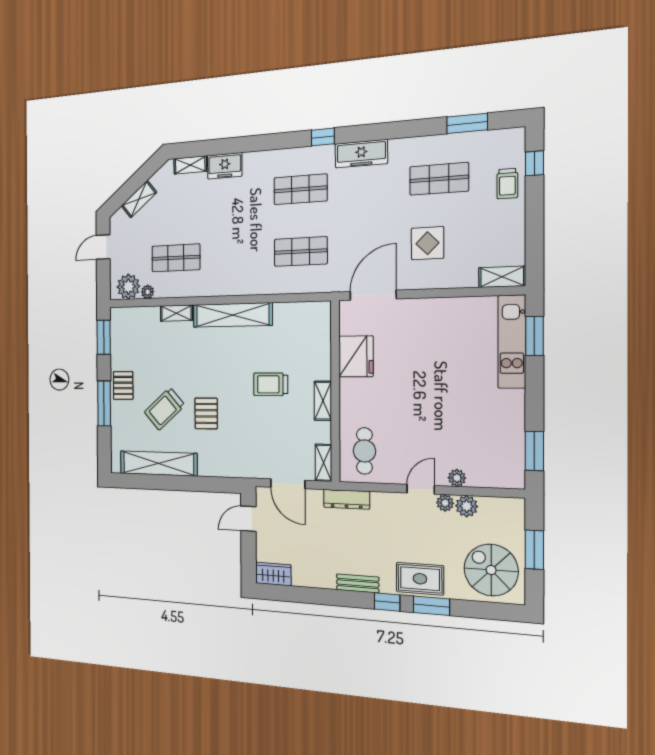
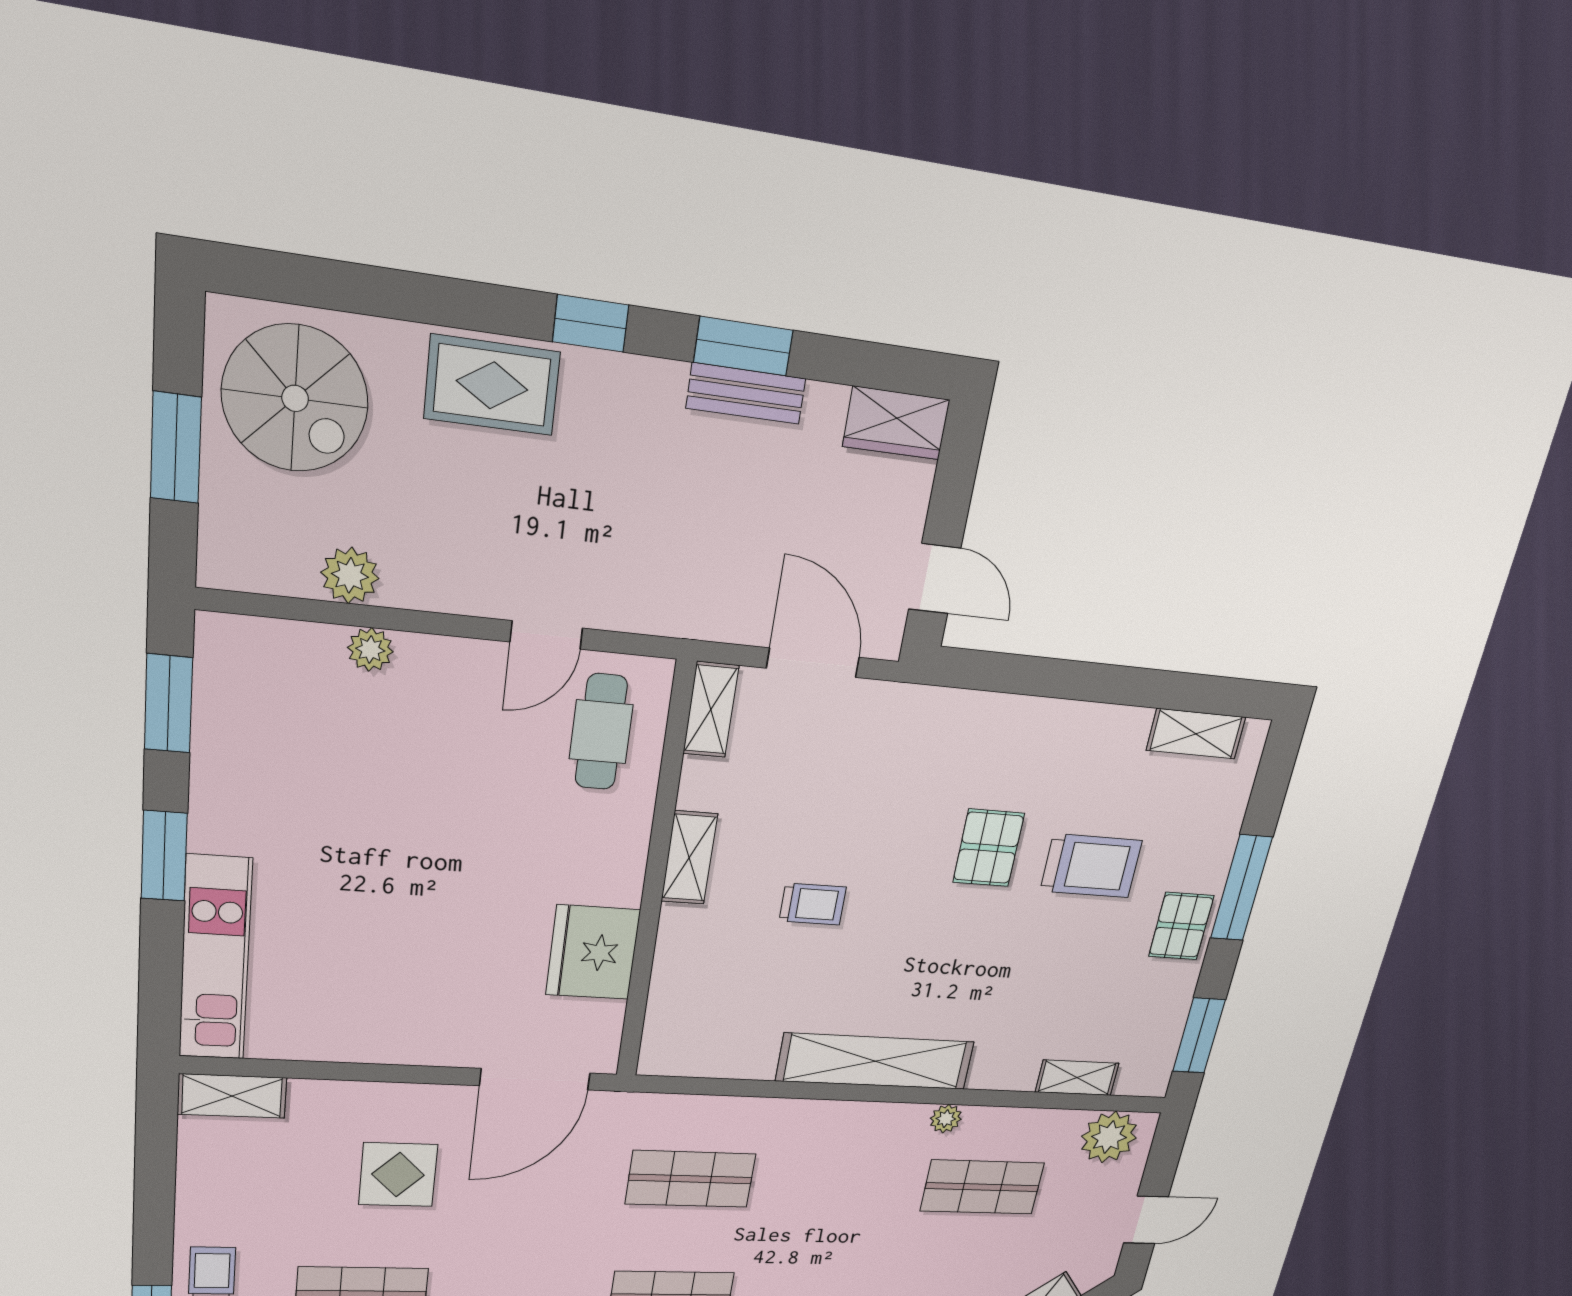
plant: (148, 292) -> (946, 1119), moved
shelving: (176, 313) -> (1077, 1078), moved
window: (534, 336) -> (164, 856), moved
trolley: (271, 384) -> (813, 904), width x0.73, depth x0.72
trolley: (165, 409) -> (1091, 866), turned 42
shelving: (158, 463) -> (1196, 734), width x0.45, depth x0.75
door: (421, 489) -> (546, 635), moved
dresser: (347, 499) -> (664, 613), removed
plant: (445, 503) -> (406, 588), removed
door: (248, 519) -> (935, 579), hinge flipped
bench: (358, 583) -> (746, 393), moved
window: (431, 606) -> (743, 346), moved

